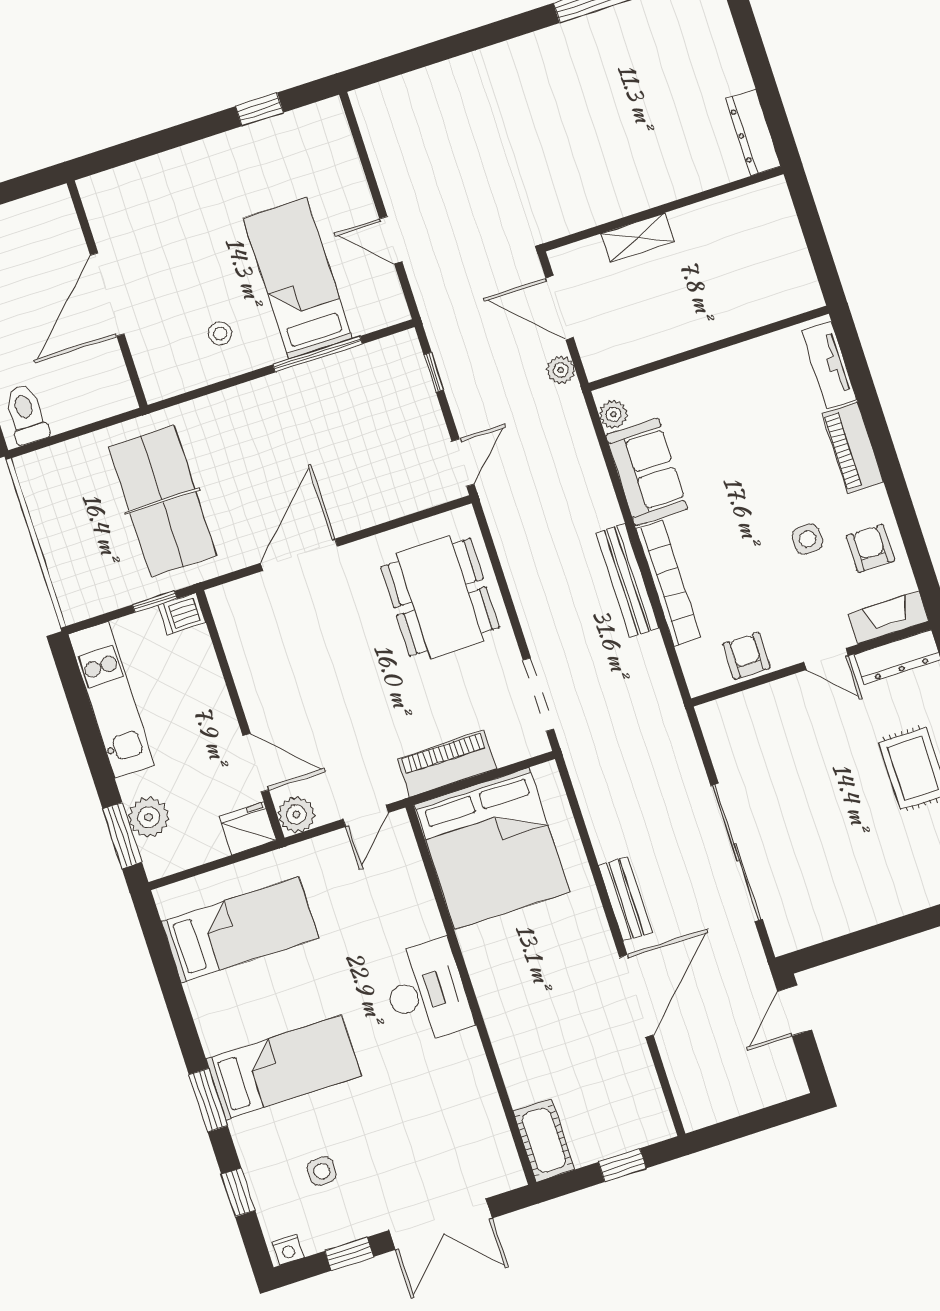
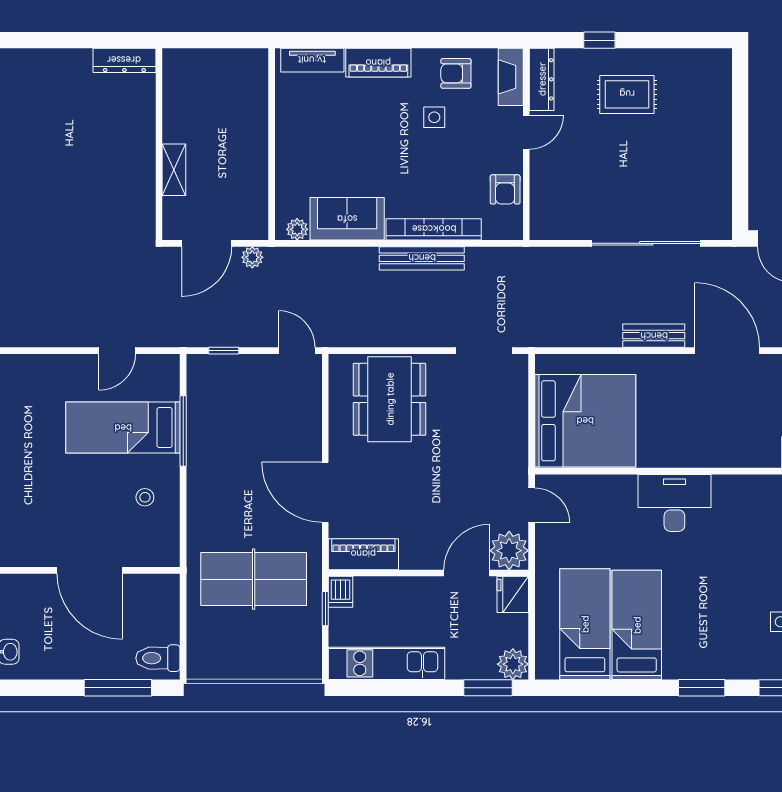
dining table: (440, 597) -> (390, 399), turned 90
armchair: (747, 656) -> (505, 189), turned -90
piano: (447, 764) -> (363, 554), moved, turned 90
plant: (296, 815) -> (509, 551), width x1.36, depth x1.36
plant: (149, 817) -> (513, 664), moved
bed: (284, 1067) -> (637, 625), moved

